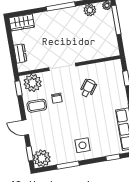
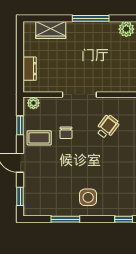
wardrobe: (22, 22) -> (51, 30), moved
plant: (33, 83) -> (33, 103), width x0.53, depth x0.53
window: (19, 88) -> (20, 125), moved
plant: (42, 158) -> (34, 205), removed

